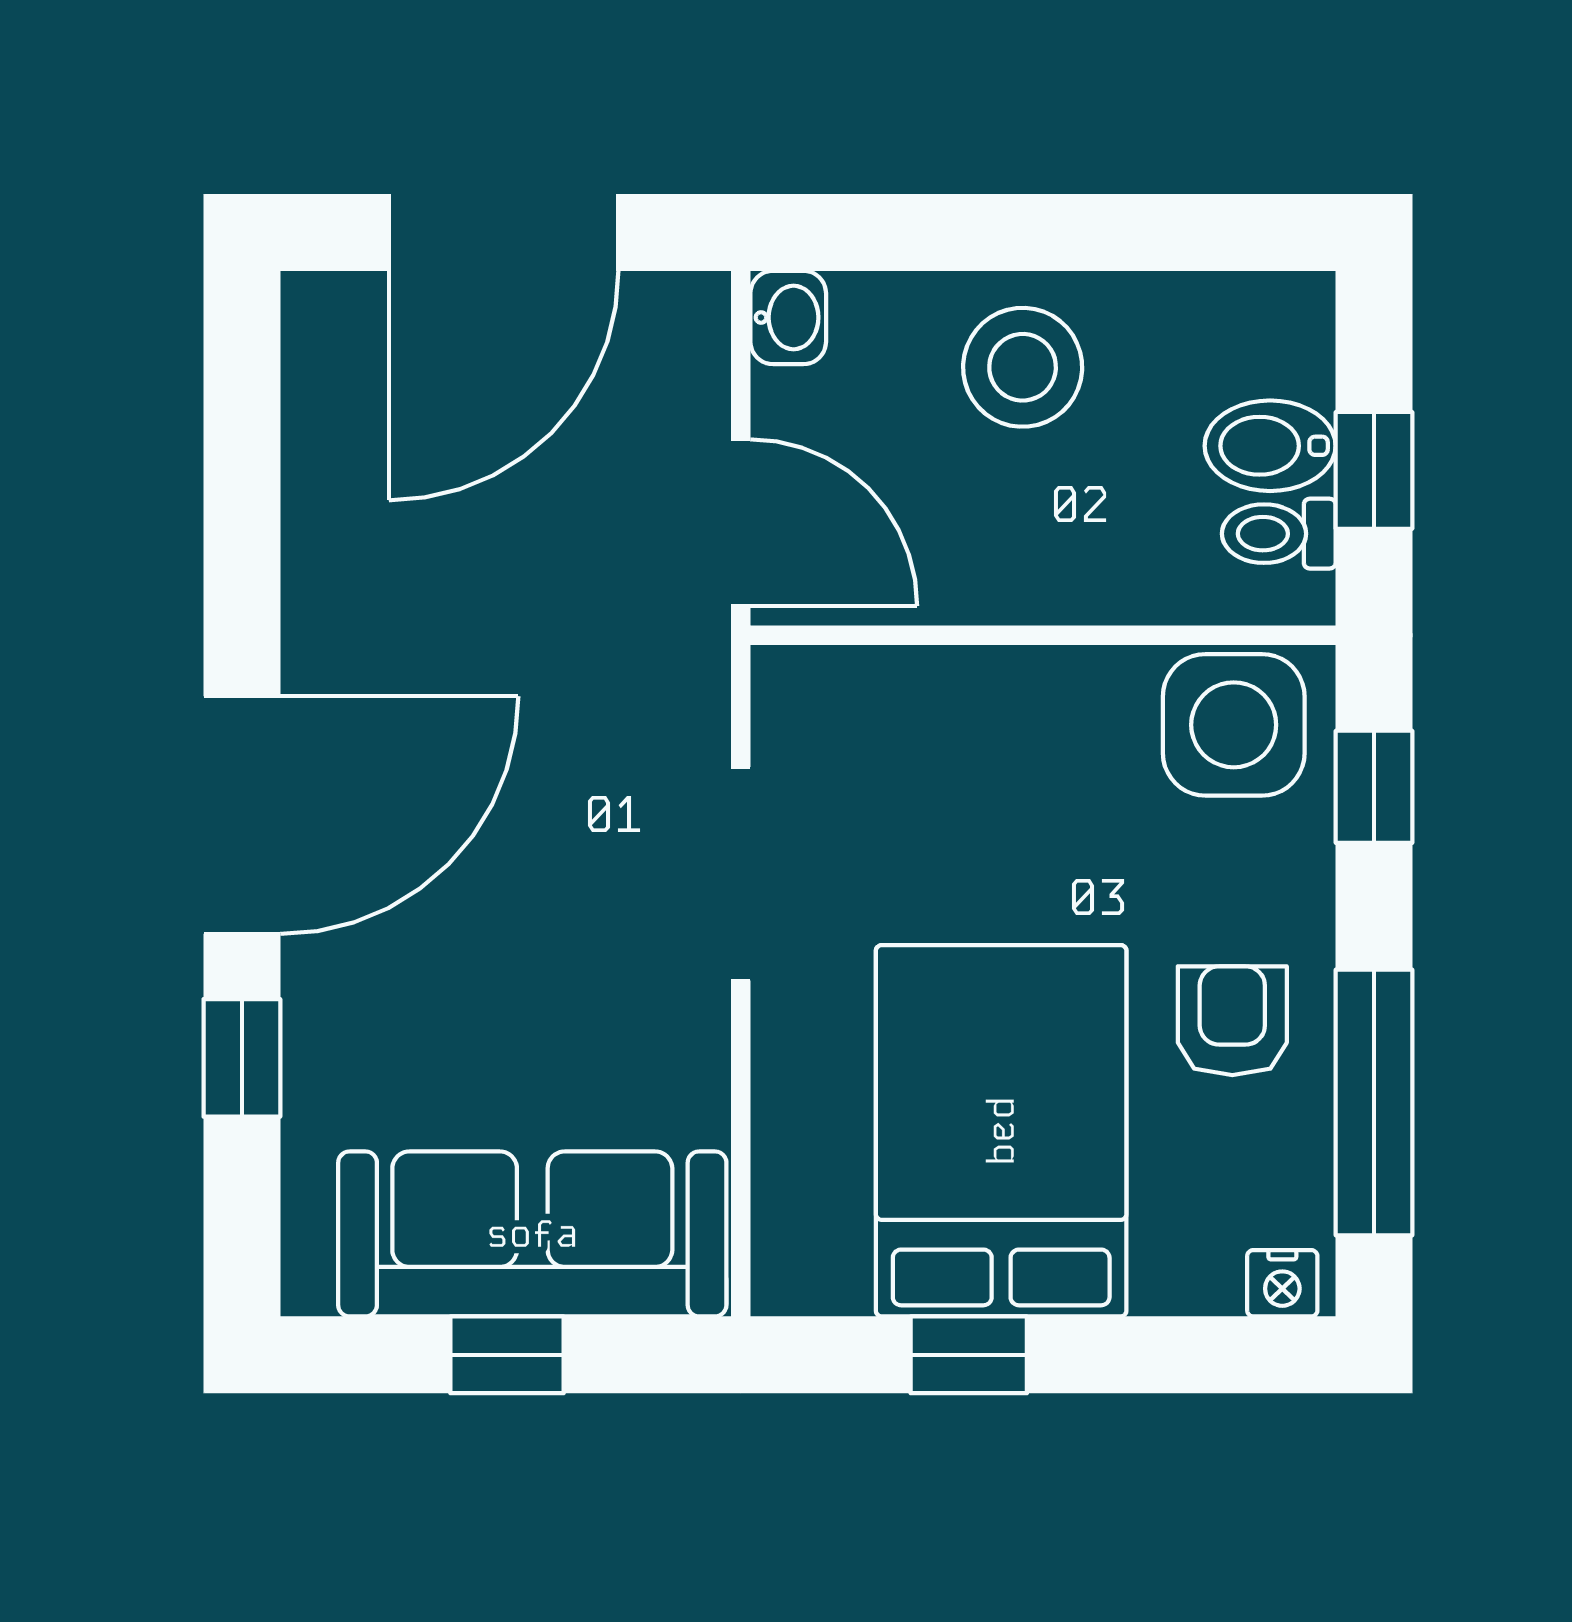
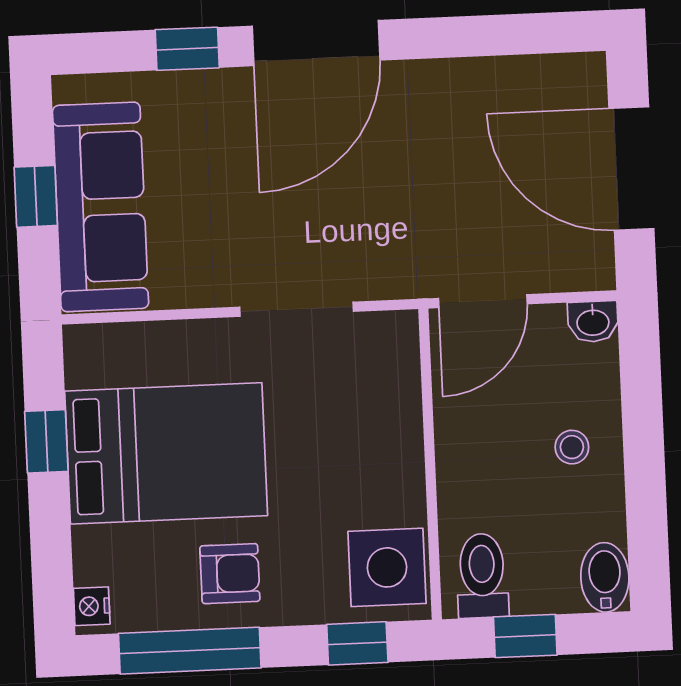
stool: (1023, 367) -> (572, 447), width x0.53, depth x0.53
bidet: (1270, 446) -> (605, 577), moved
toilet: (1279, 534) -> (482, 576), width x1.37, depth x1.39
door: (242, 815) -> (316, 43), hinge flipped

